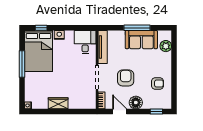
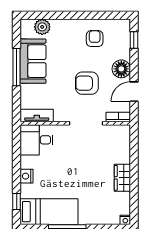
tv unit: (103, 47) -> (37, 115), width x0.71
bed: (39, 51) -> (49, 212), width x0.67

